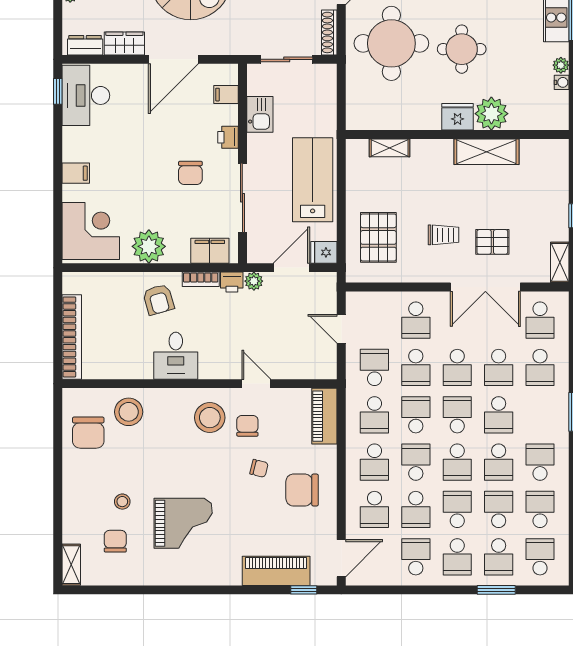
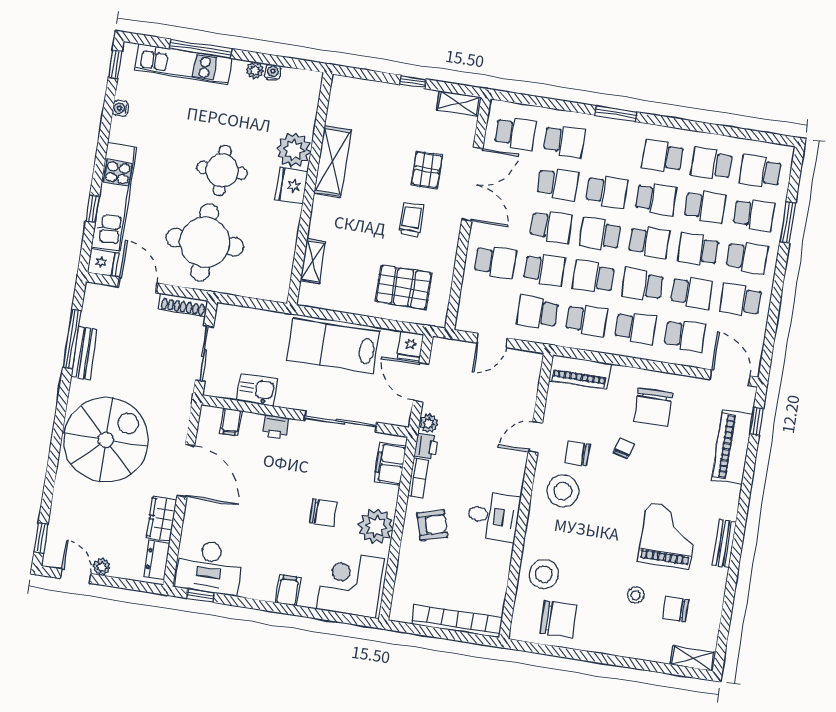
chair: (190, 173) -> (323, 512), moved
school desk: (499, 509) -> (705, 207), turned 180
bench: (184, 577) -> (724, 543), added

